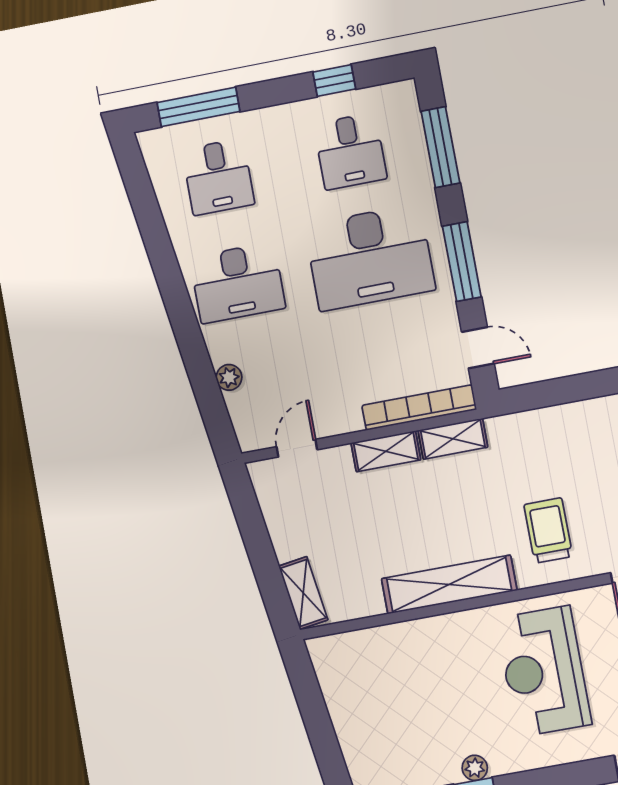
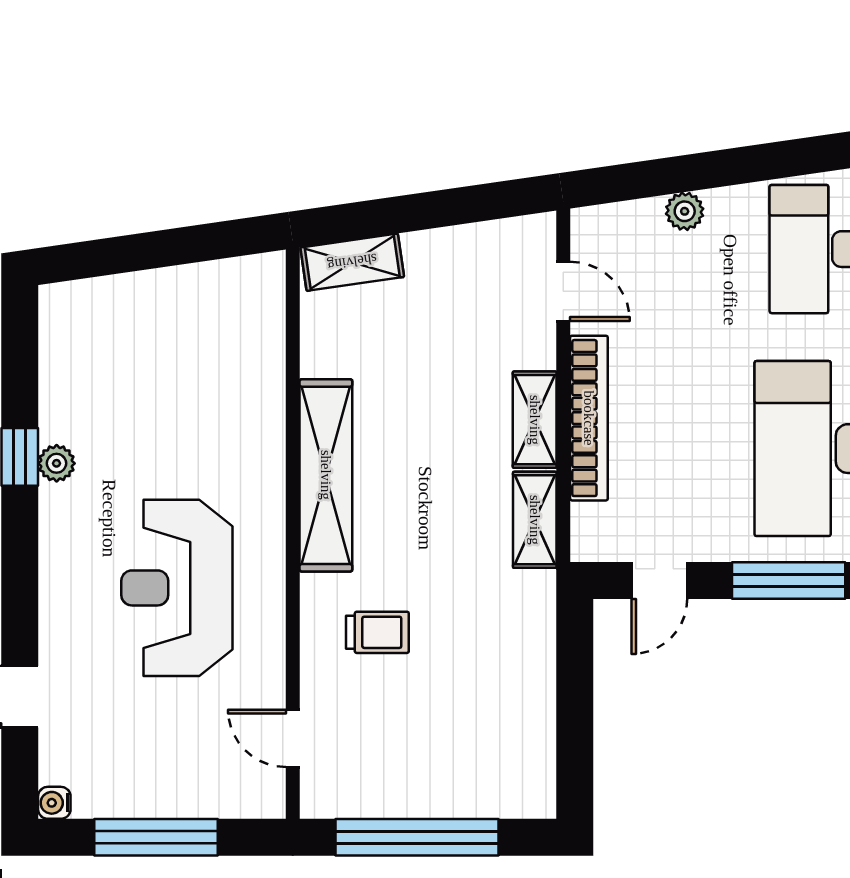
bookcase: (419, 408) -> (589, 418), moved
trolley: (548, 530) -> (377, 632), width x0.73, depth x0.72
reception desk: (544, 671) -> (177, 588), turned -90

